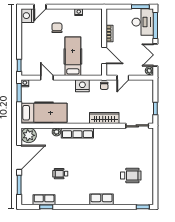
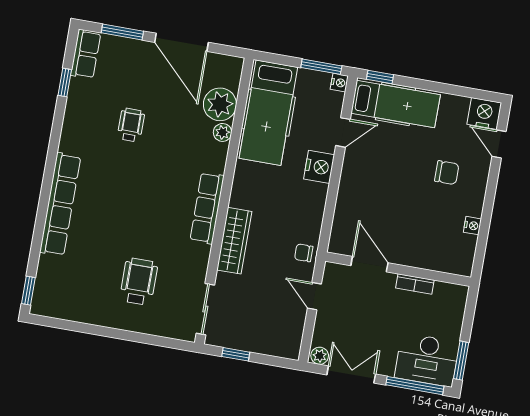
door: (104, 55) -> (369, 264), swing flipped
hospital bed: (73, 56) -> (396, 104), moved
nightstand: (82, 86) -> (319, 167), moved
row of seats: (77, 133) -> (207, 208), moved
plant: (29, 135) -> (220, 104), moved
wheelchair: (131, 175) -> (139, 282), moved, turned 180
row of seats: (102, 199) -> (60, 204), width x2.02
row of seats: (44, 200) -> (86, 54), moved

